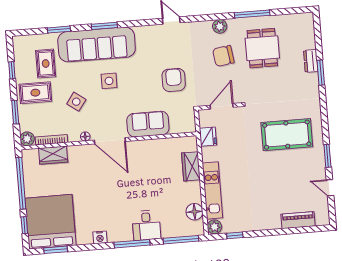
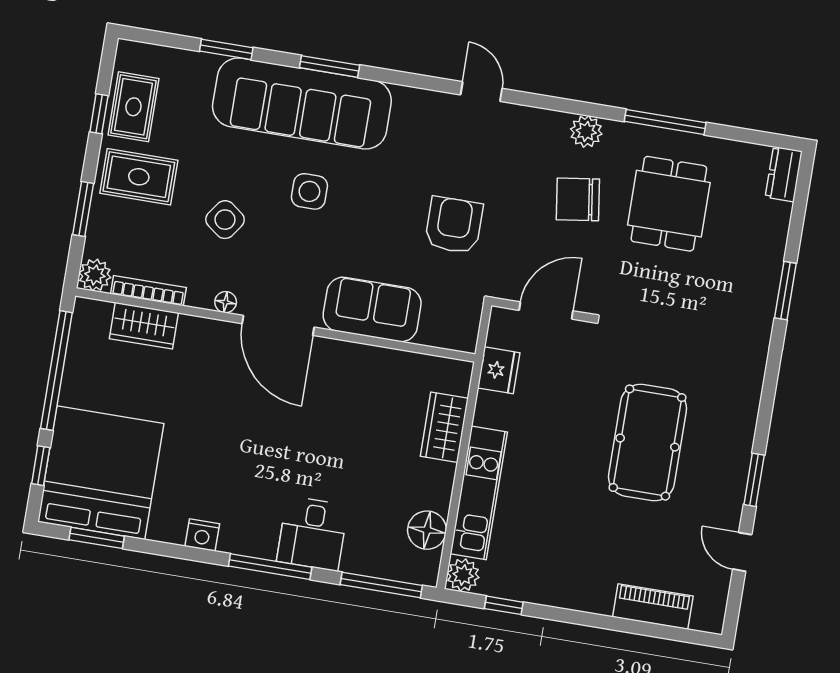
dresser: (311, 61) -> (784, 174), moved
rug: (46, 64) -> (133, 107), moved
pool table: (287, 135) -> (647, 443), moved, turned 90

